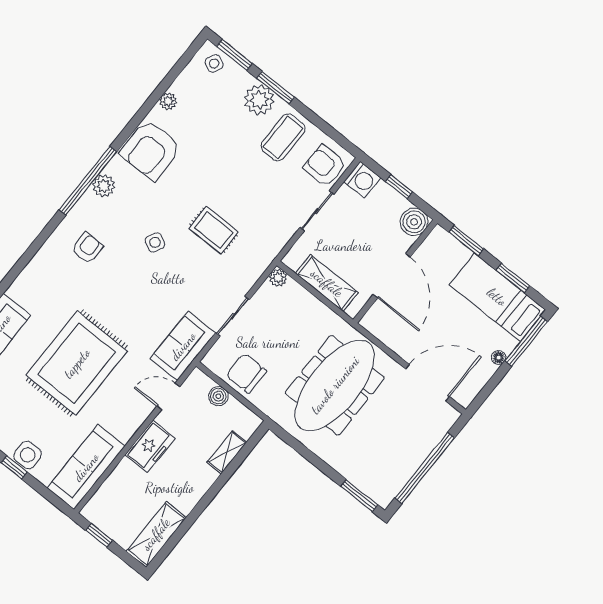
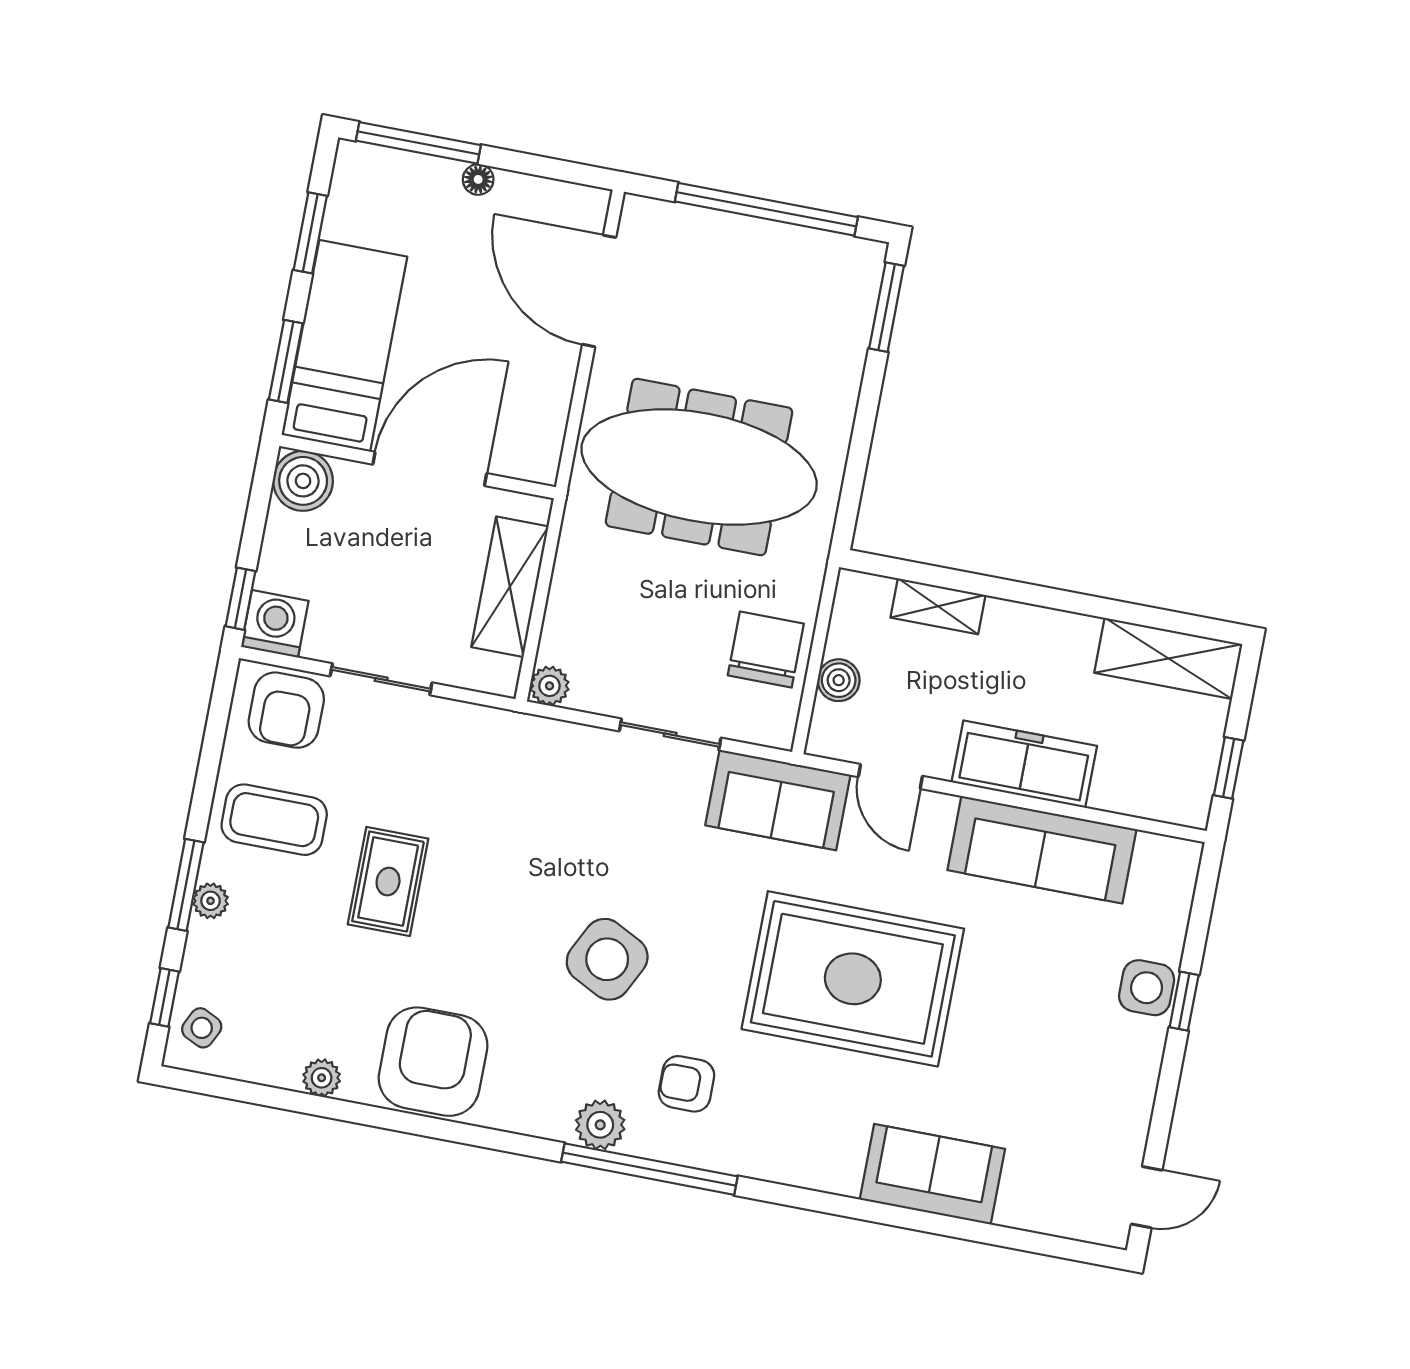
window: (234, 55) -> (164, 997), width x0.67
plant: (259, 100) -> (211, 901), width x0.53, depth x0.53
armchair: (151, 150) -> (433, 1062), turned -90
window: (88, 181) -> (649, 1169), moved
plant: (104, 186) -> (600, 1125), moved
window: (399, 187) -> (241, 599), moved
rug: (214, 230) -> (388, 881), moved
side table: (155, 242) -> (607, 959), width x1.87, depth x1.87
bed: (497, 297) -> (345, 346), moved, turned 180
rug: (77, 363) -> (853, 979), moved
chair: (246, 373) -> (766, 650), turned 180
freezer: (150, 446) -> (1024, 764), width x1.40
sofa: (86, 467) -> (1042, 850), moved

